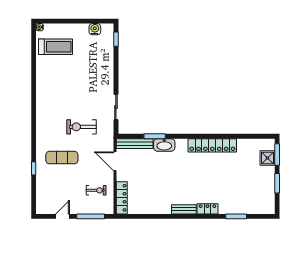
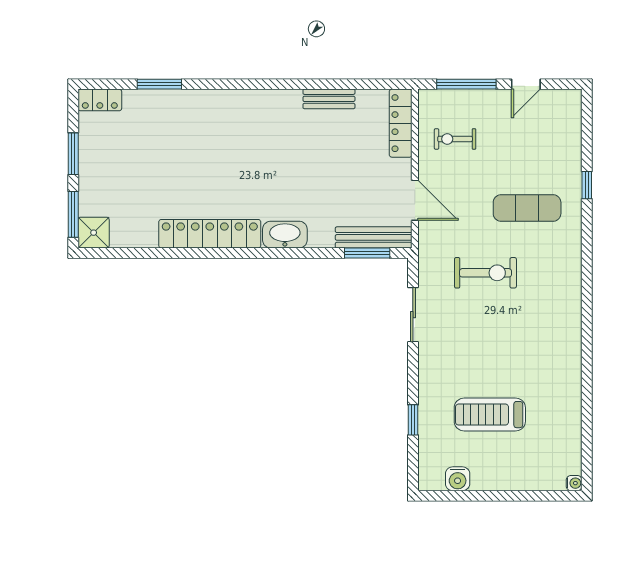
window: (116, 39) -> (413, 420), moved
treadmill: (55, 47) -> (490, 415), moved
window: (155, 136) -> (367, 253), moved
washbasin: (164, 145) -> (285, 235), moved
shower: (267, 158) -> (94, 233), moved
bench: (184, 209) -> (329, 99), moved
locker: (207, 209) -> (100, 100), moved

